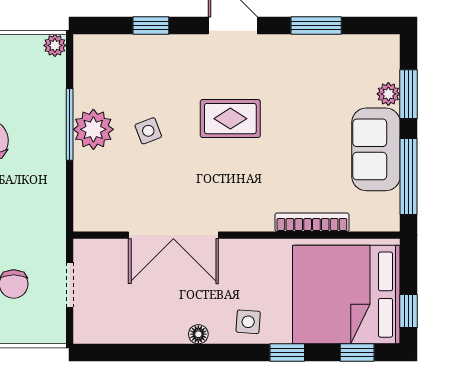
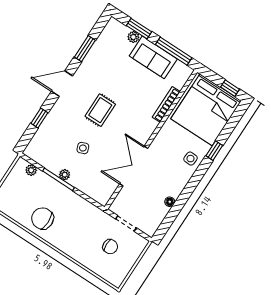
plant: (55, 45) -> (31, 170), moved
plant: (93, 129) -> (65, 175), width x0.53, depth x0.53
double door: (173, 235) -> (134, 166), swing flipped
floor lamp: (198, 334) -> (170, 202), moved
window: (357, 353) -> (233, 121), removed

